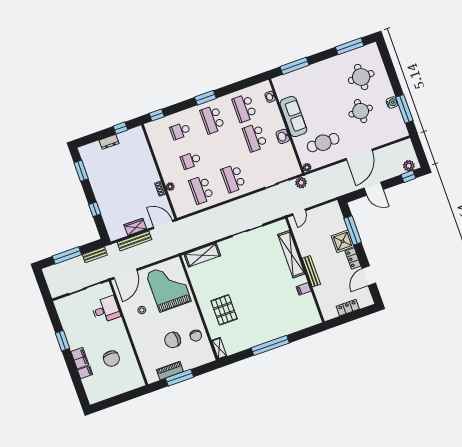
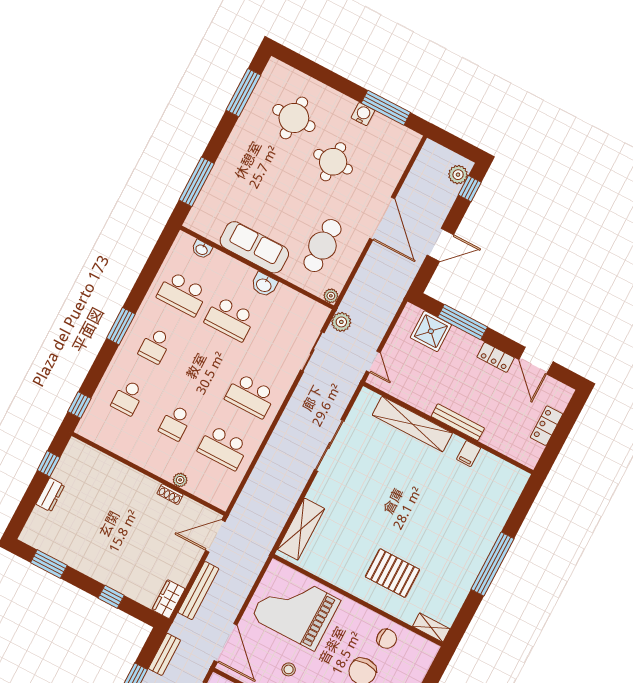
school desk: (212, 119) -> (155, 346), width x0.54
wardrobe: (135, 227) -> (168, 599), moved
shower: (343, 241) -> (431, 331), moved

